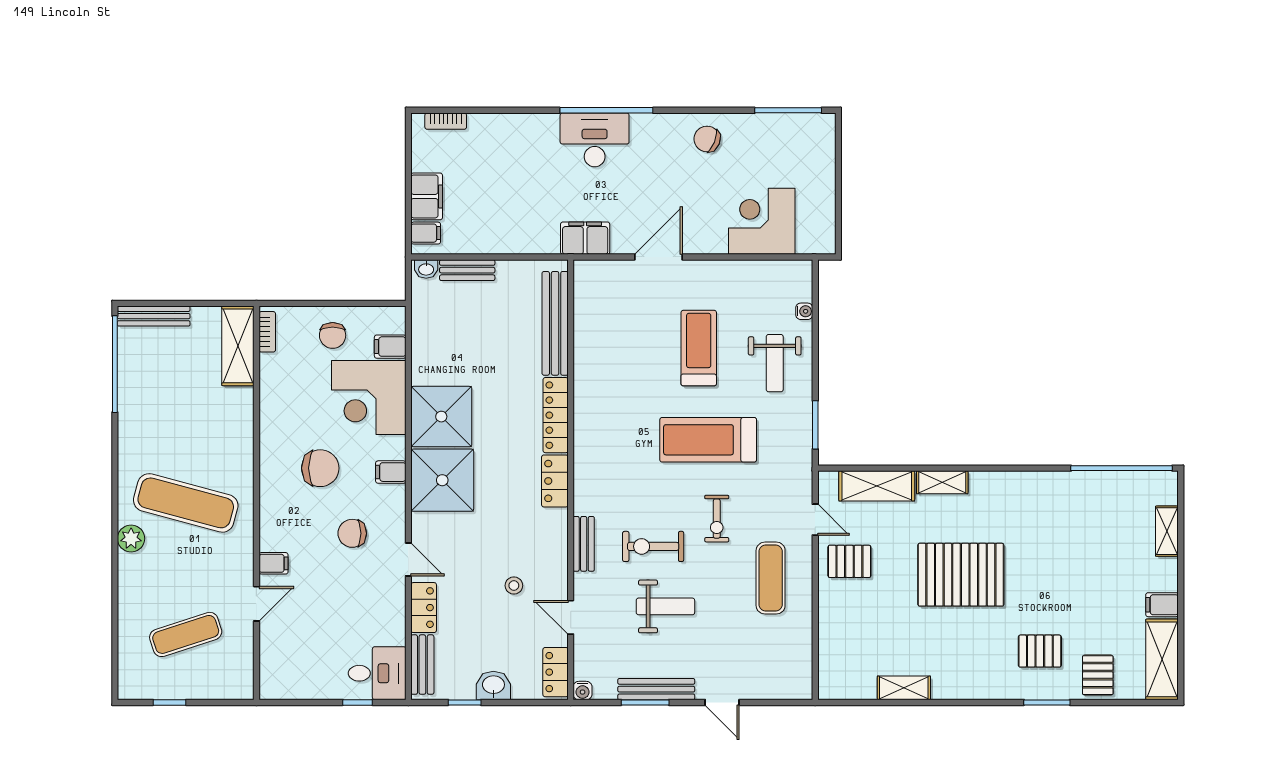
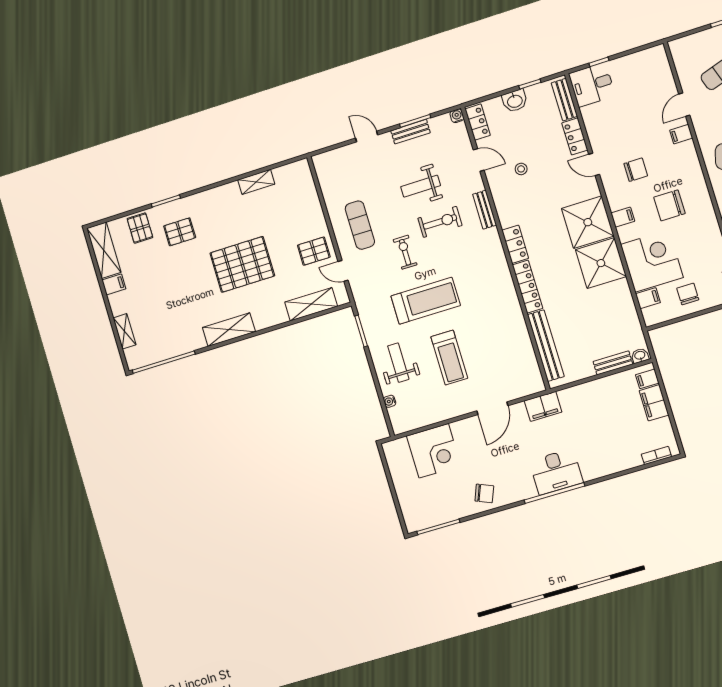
shelving: (942, 482) -> (229, 330), moved, width x1.50, depth x1.33
bench: (656, 689) -> (411, 132), width x0.73

